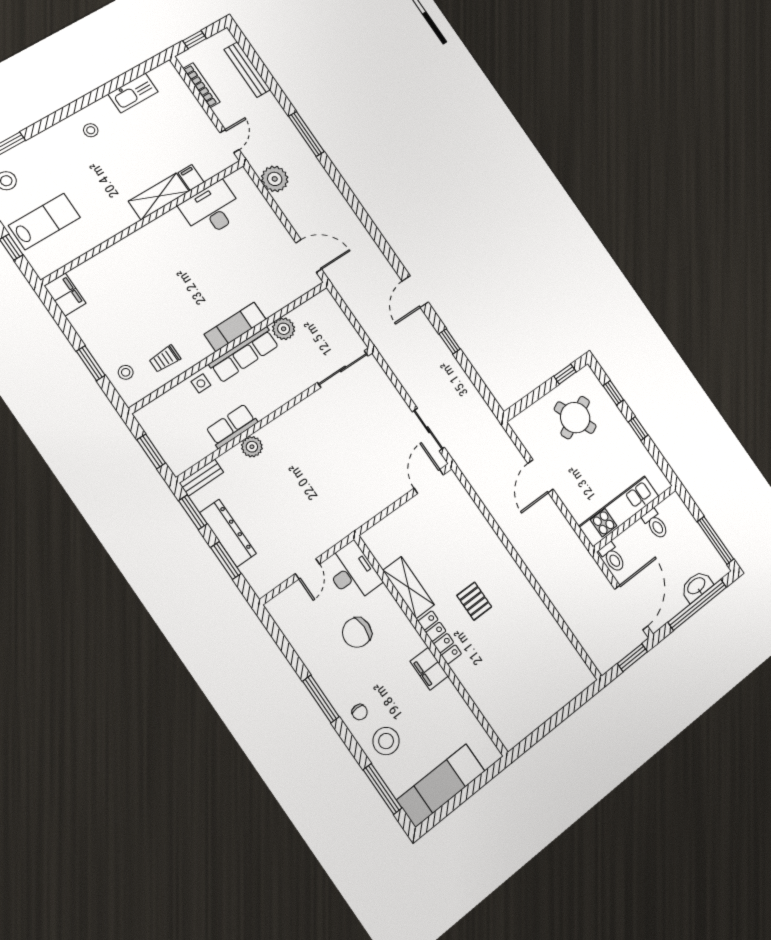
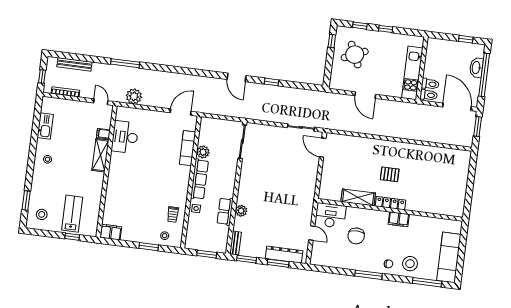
exam couch: (235, 327) -> (187, 148), moved
toilet: (655, 524) -> (430, 84), moved
dresser: (228, 533) -> (284, 255), moved
window: (716, 540) -> (466, 39), width x0.46

